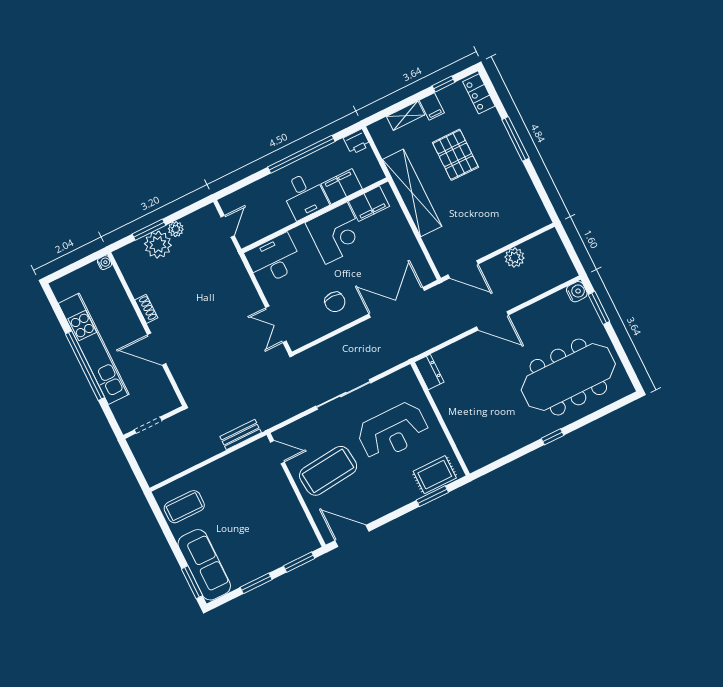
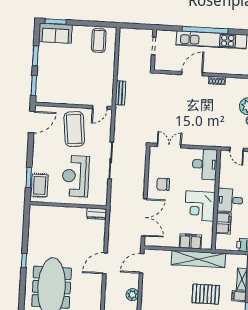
filing cabinet: (369, 204) -> (190, 241), moved, turned 90
sofa: (204, 565) -> (55, 33), width x0.73

